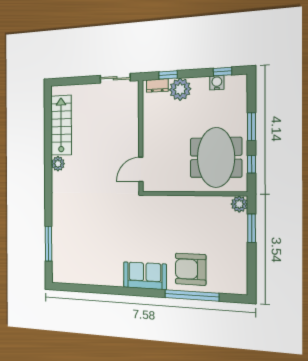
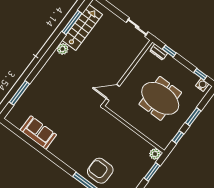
water cooler: (217, 83) -> (202, 85), moved
plant: (180, 89) -> (170, 65), removed
window: (48, 129) -> (72, 23), added
meeting table: (216, 158) -> (160, 98), moved, turned 90
sofa: (145, 276) -> (38, 133), moved

